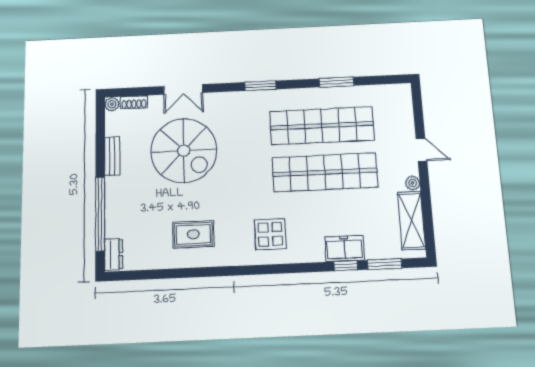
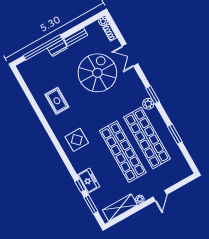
plant: (271, 99) -> (148, 104), added
spiral stairs: (184, 151) -> (97, 73), turned 180
dresser: (114, 254) -> (57, 48), moved

